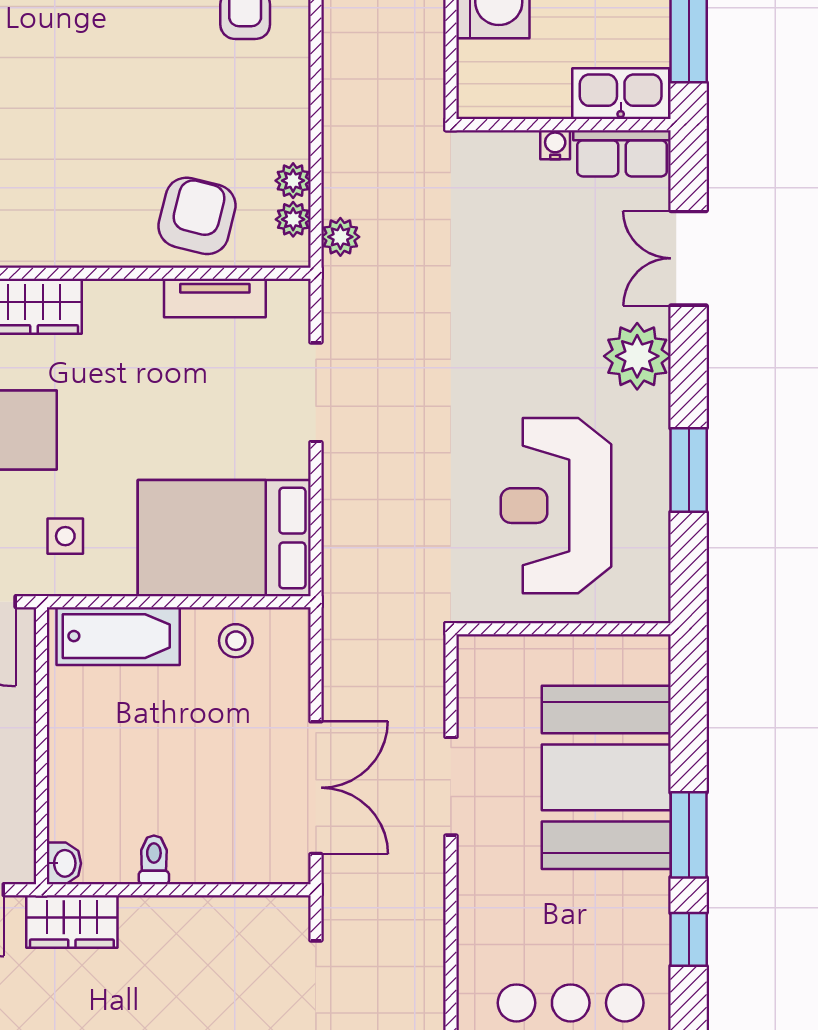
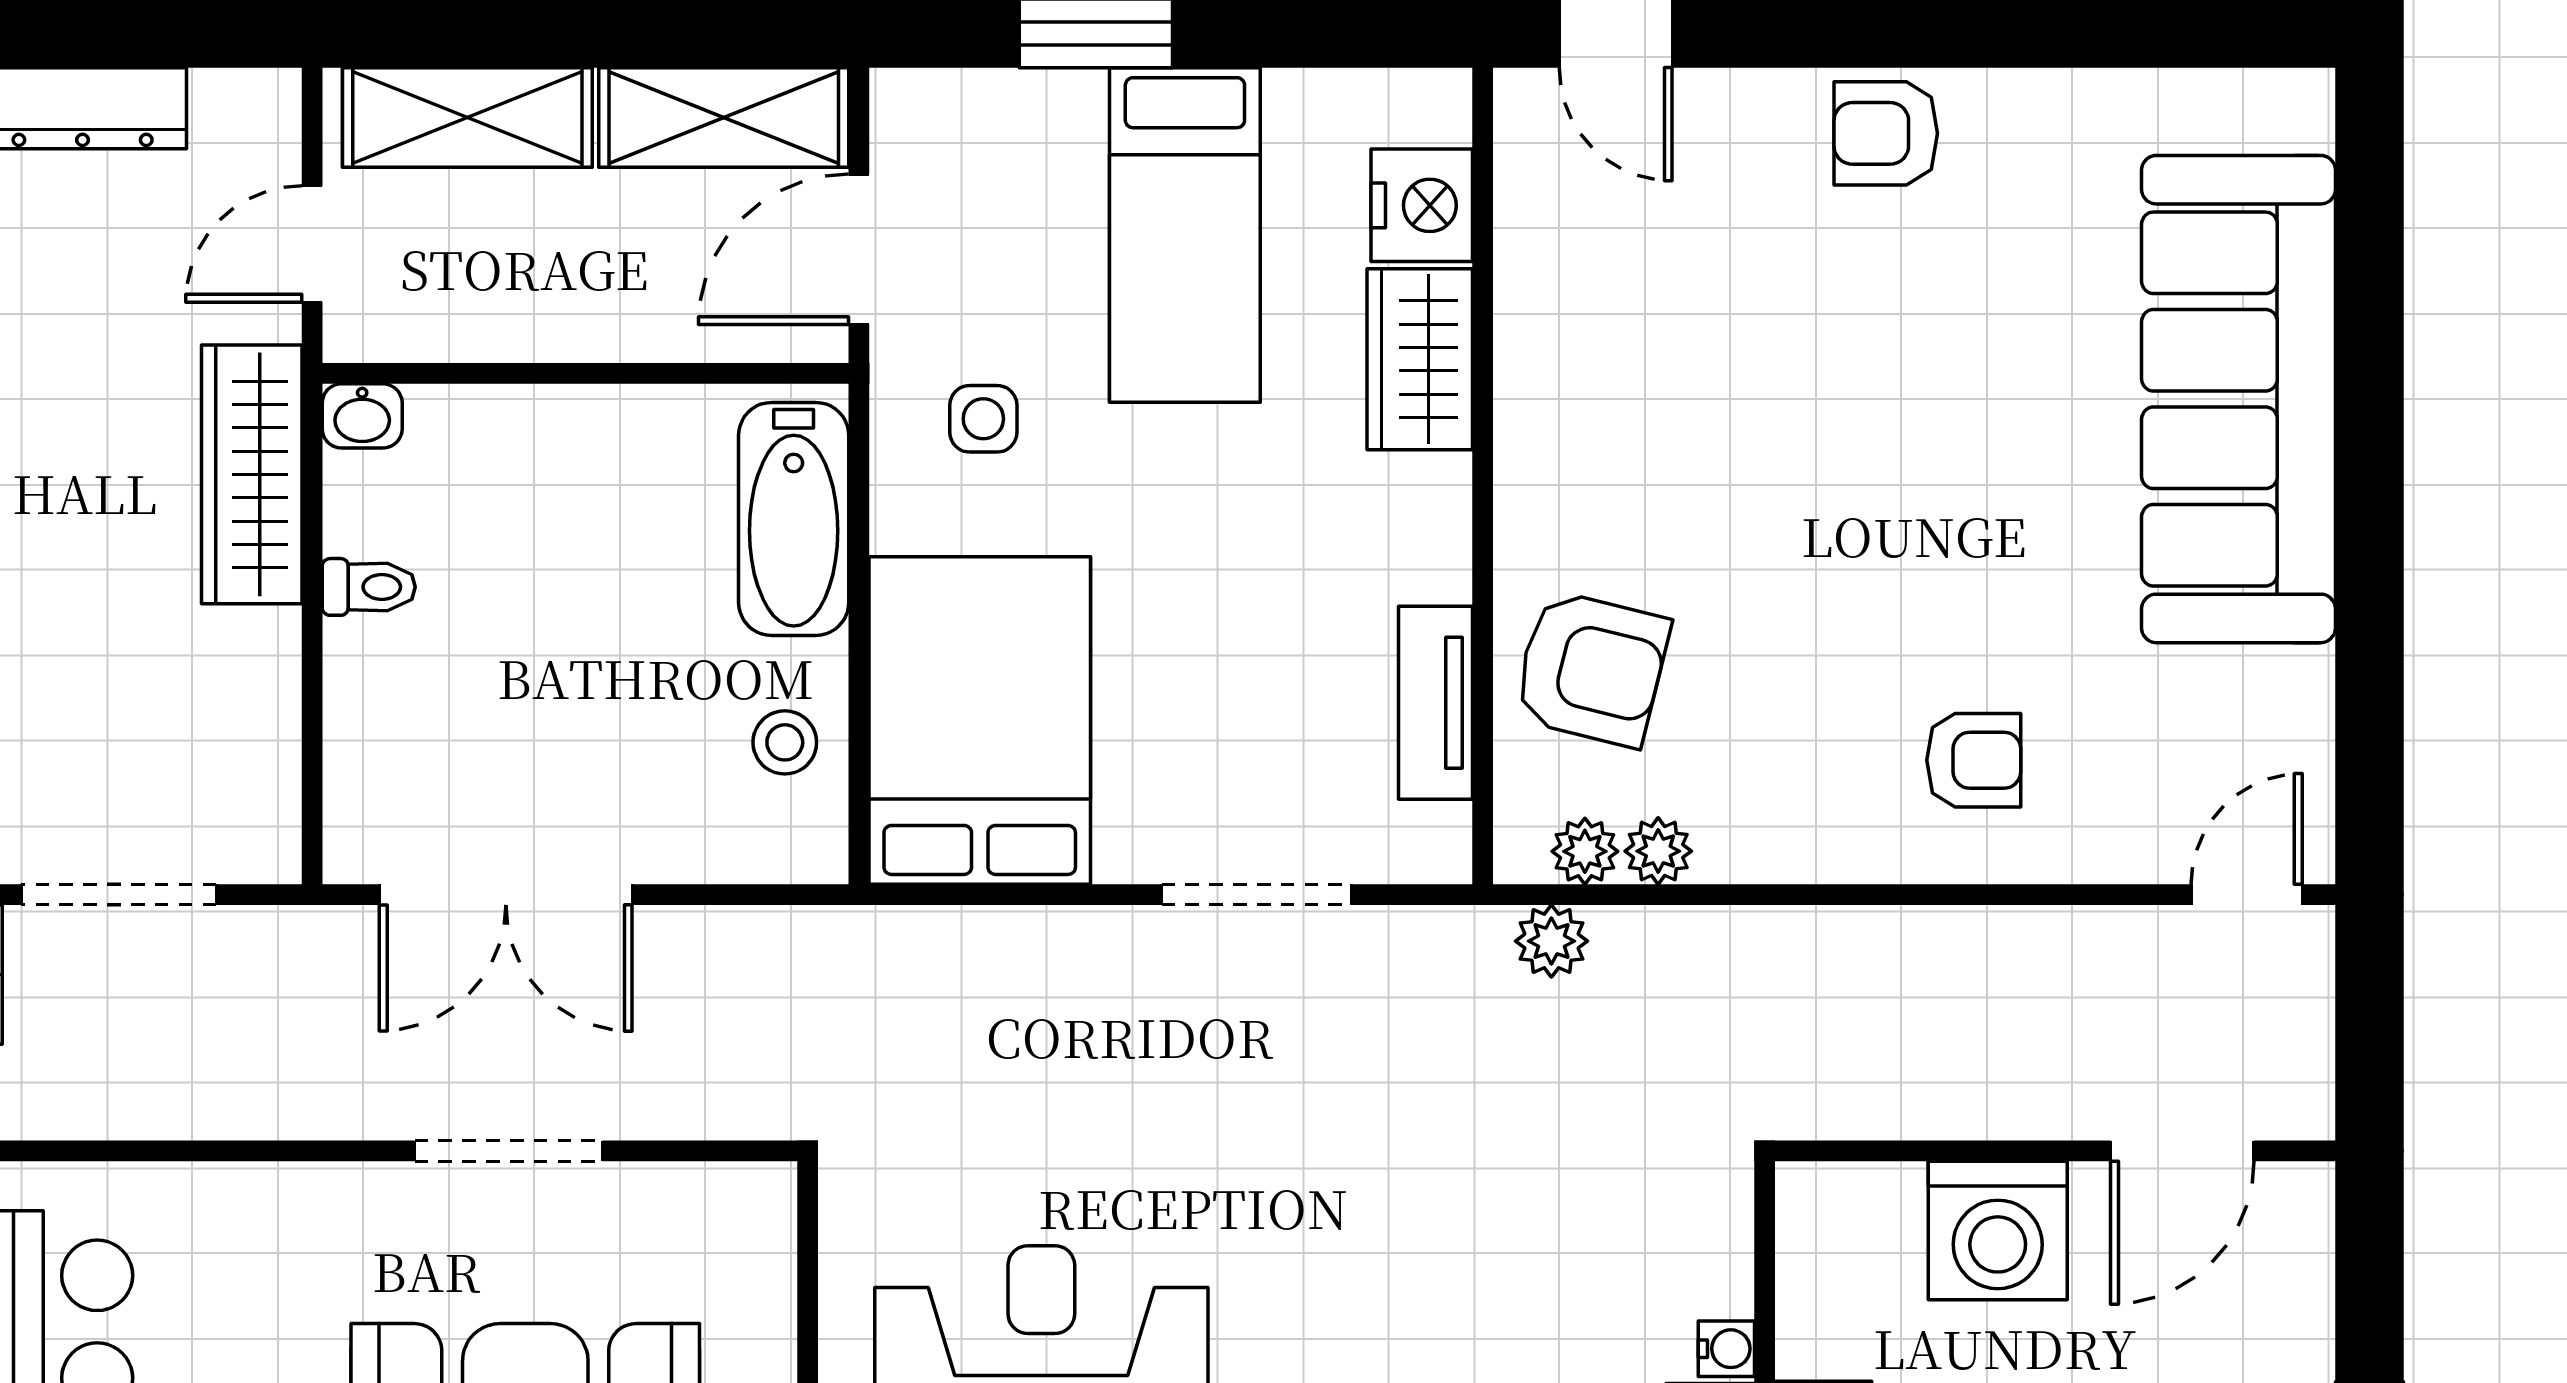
wardrobe: (72, 921) -> (252, 474), width x1.50

